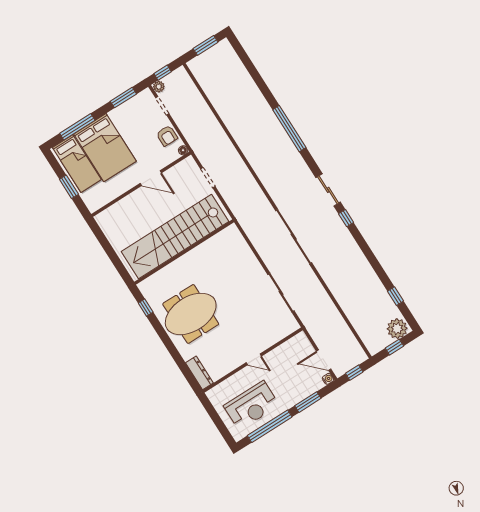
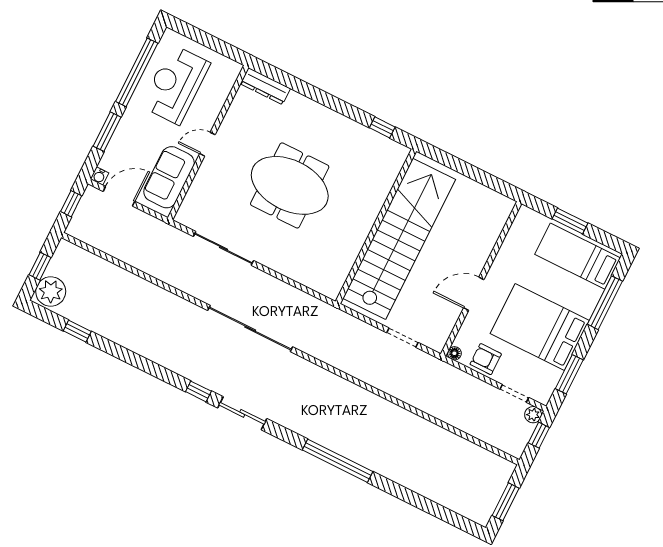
bed: (105, 148) -> (540, 327), moved
meeting table: (191, 314) -> (290, 185), moved, turned 90
sofa: (288, 354) -> (169, 177), added

